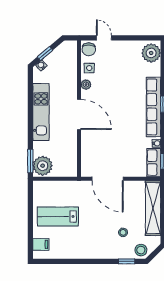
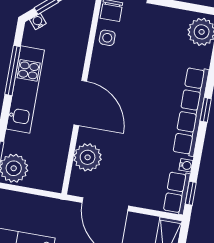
plant: (86, 85) -> (88, 157), moved, width x1.88, depth x1.88
window: (30, 101) -> (13, 70), added

